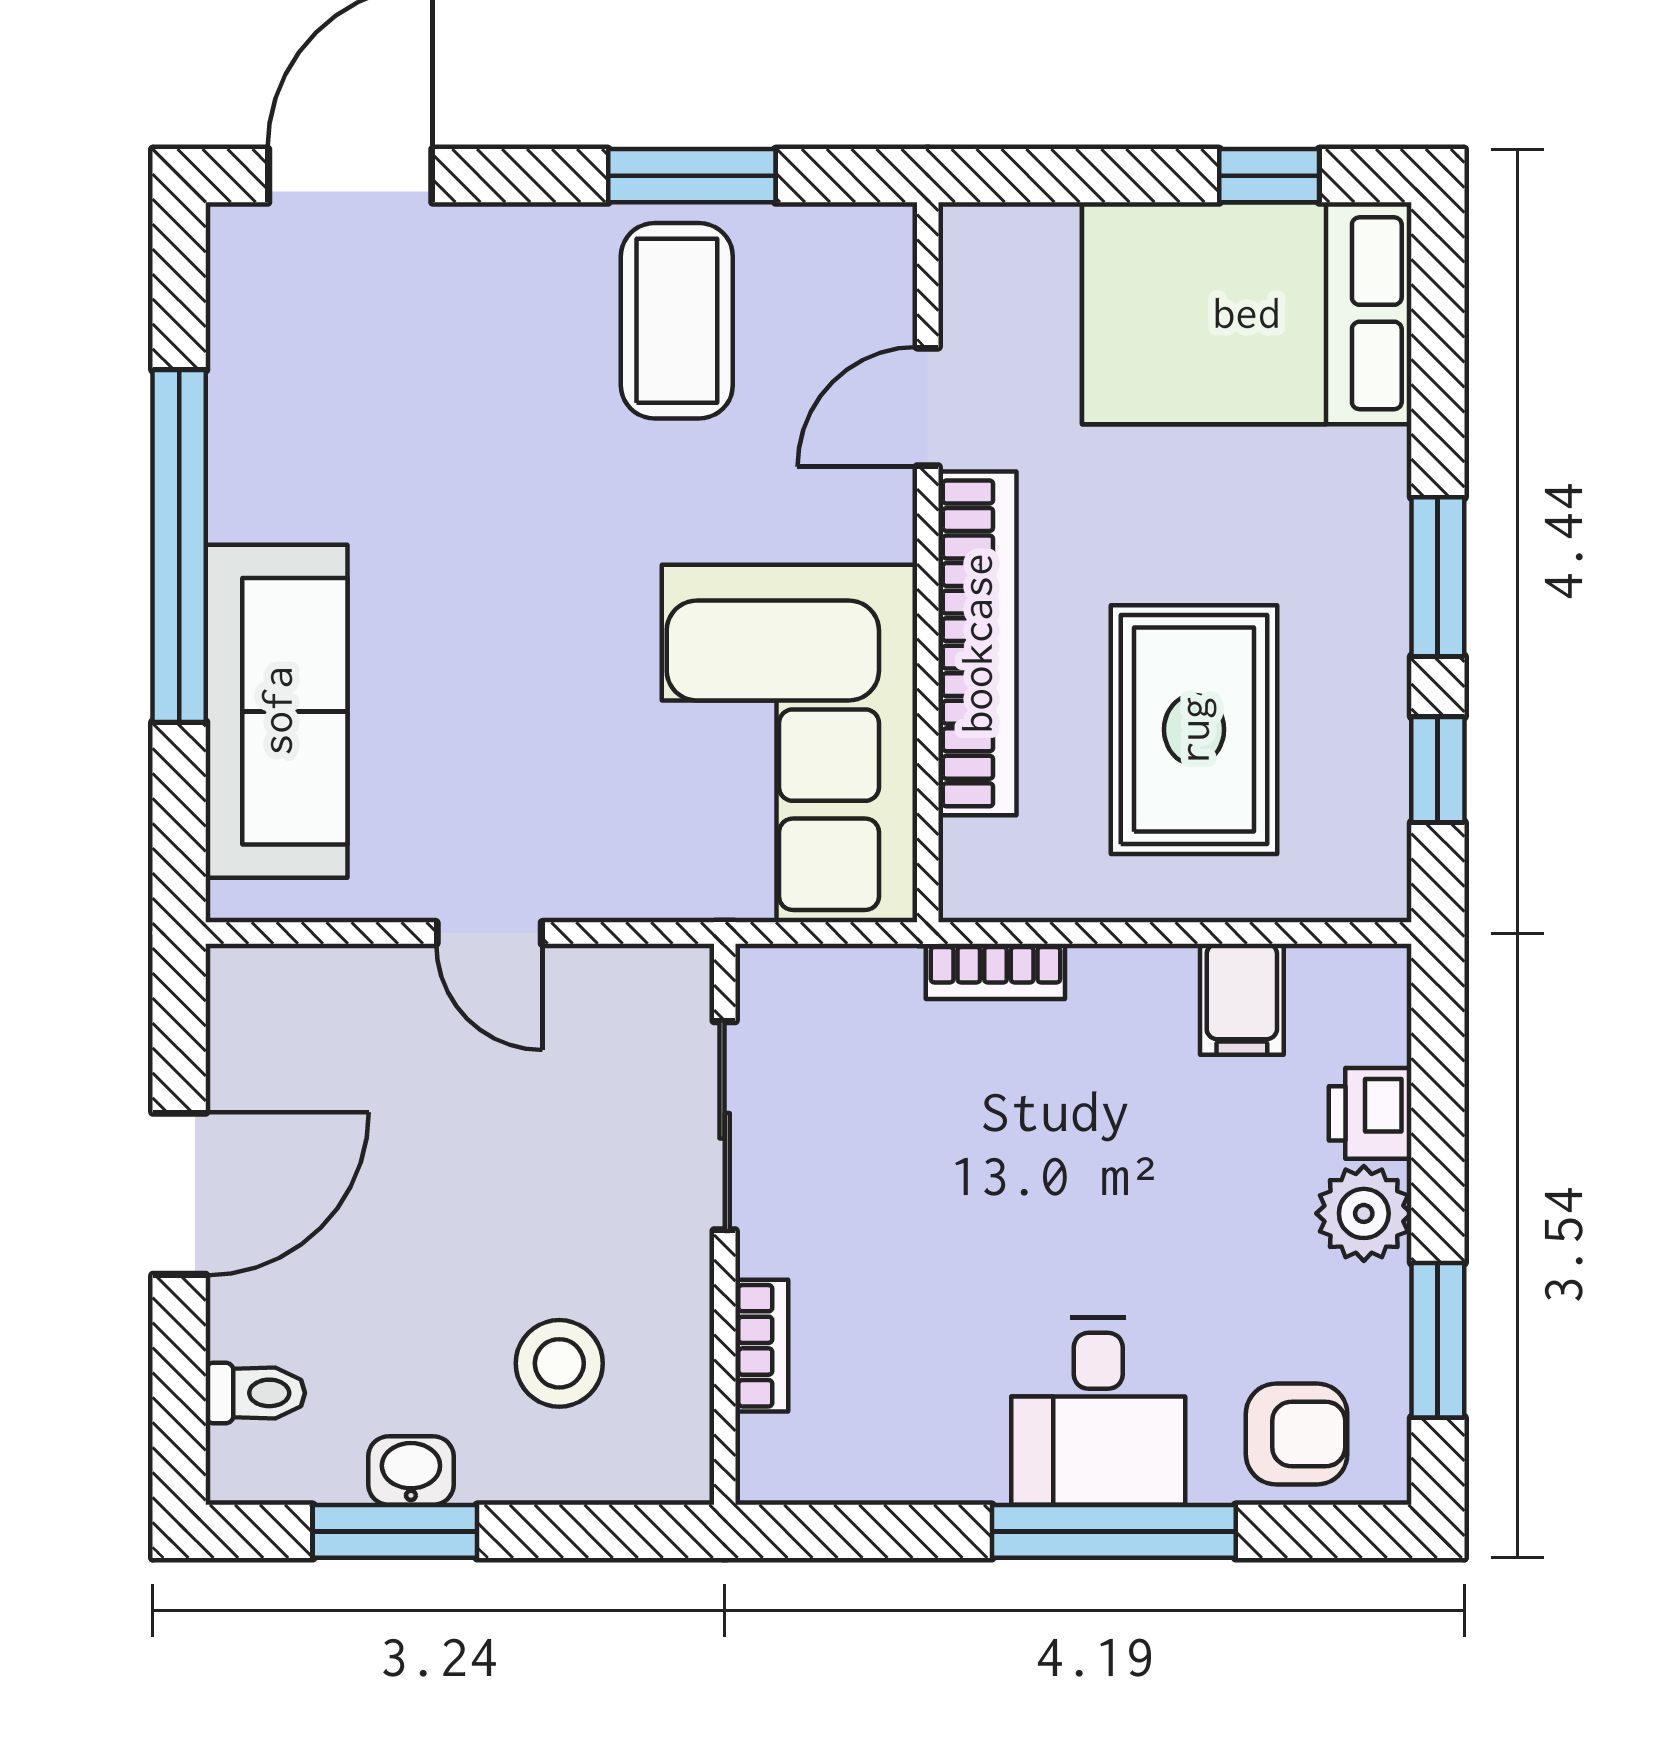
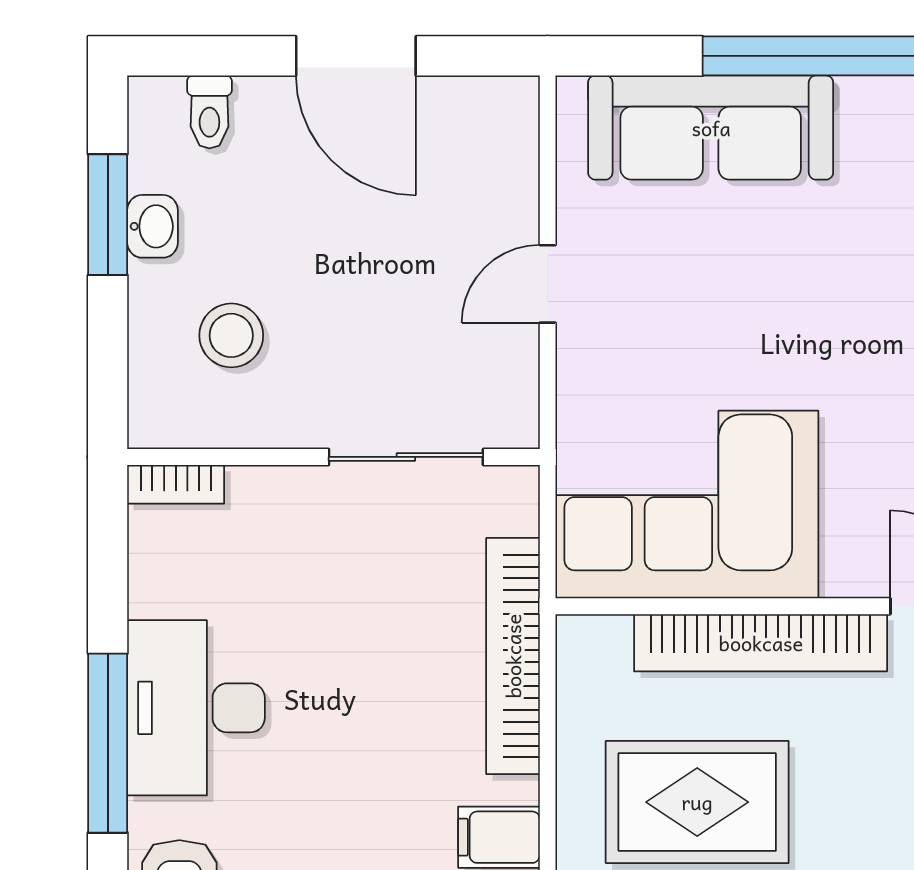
bookcase: (995, 971) -> (513, 656), width x2.31, depth x1.31
bookcase: (762, 1346) -> (176, 484), moved
desk: (1098, 1411) -> (196, 708), width x1.37

